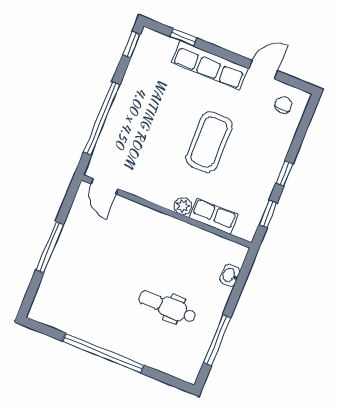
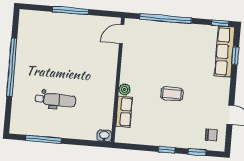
row of seats: (210, 65) -> (225, 52), moved
coffee table: (209, 142) -> (172, 94), width x0.54, depth x0.58
window: (268, 214) -> (197, 152), moved
washbasin: (230, 275) -> (104, 136), moved
dental chair: (167, 307) -> (55, 100), turned 90

